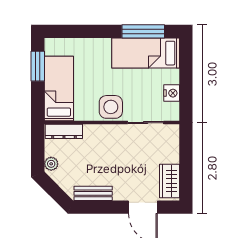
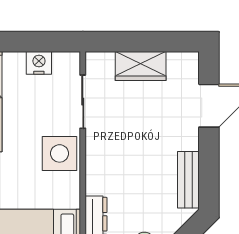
wardrobe: (170, 181) -> (141, 66), moved

